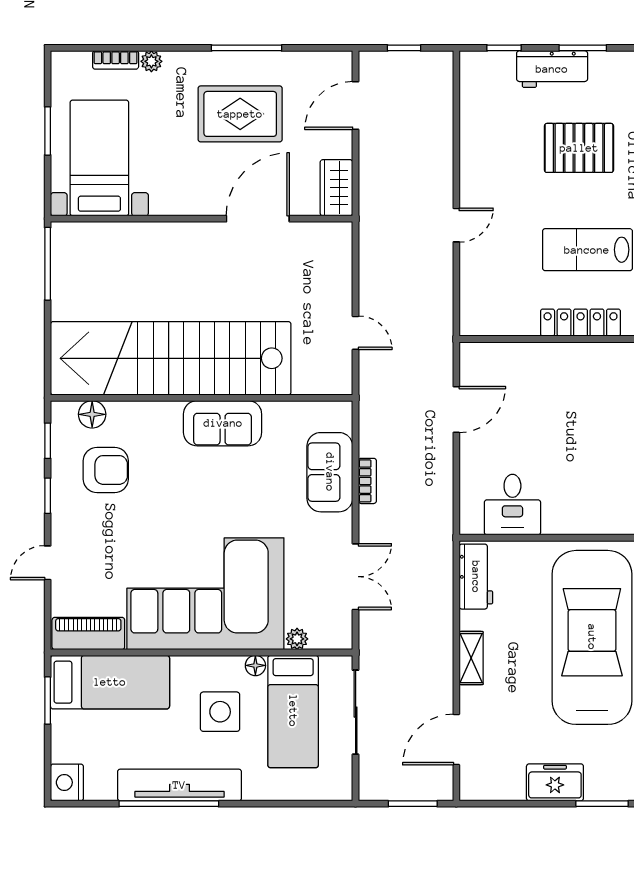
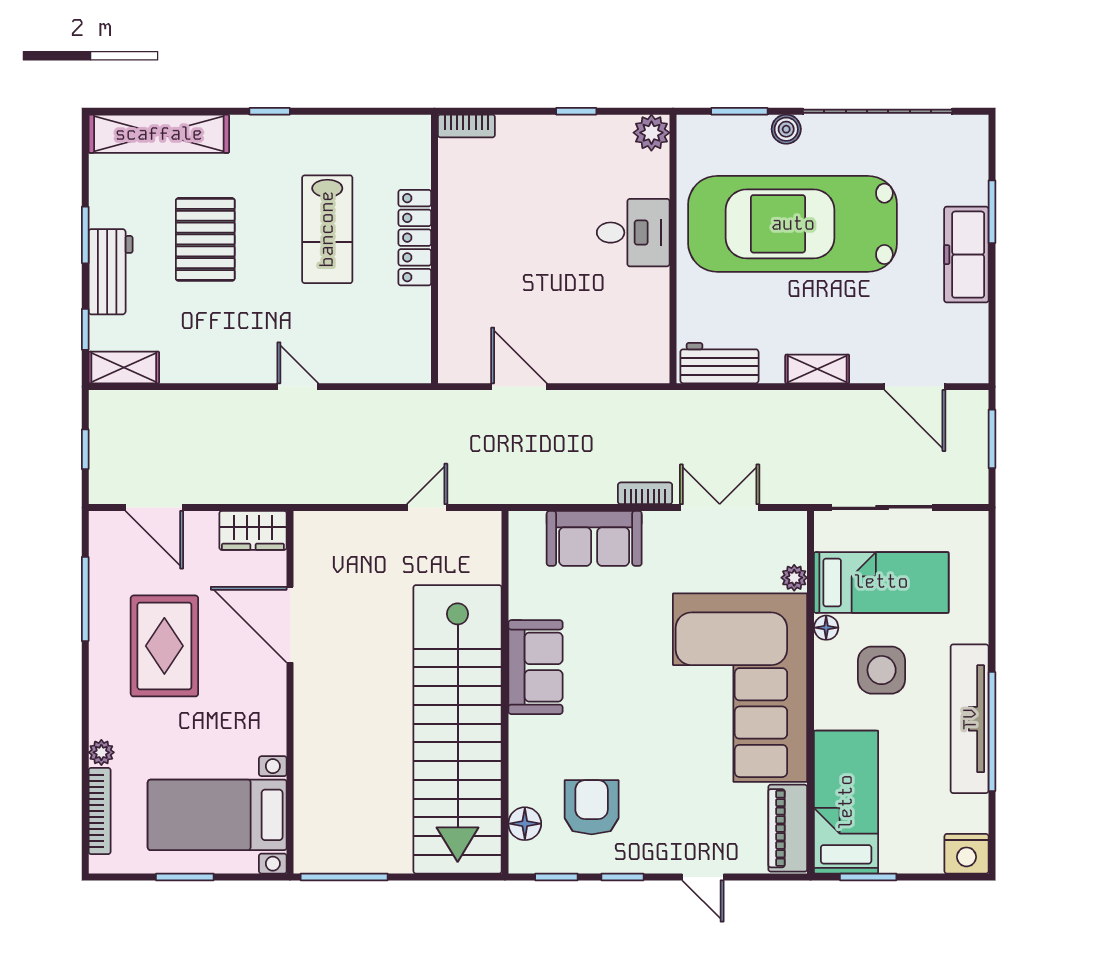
window: (247, 48) -> (85, 599), moved
bookcase: (116, 60) -> (100, 811), width x1.56
shelving: (472, 80) -> (124, 367), added
bookcase: (367, 481) -> (645, 493), moved
desk: (512, 505) -> (633, 233), moved
freezer: (555, 782) -> (966, 255), width x1.40

